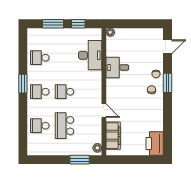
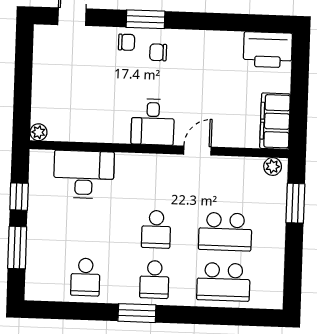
desk: (117, 67) -> (153, 122), moved
school desk: (40, 126) -> (223, 282), width x1.85
filing cabinet: (113, 136) -> (275, 121), moved, turned -90

